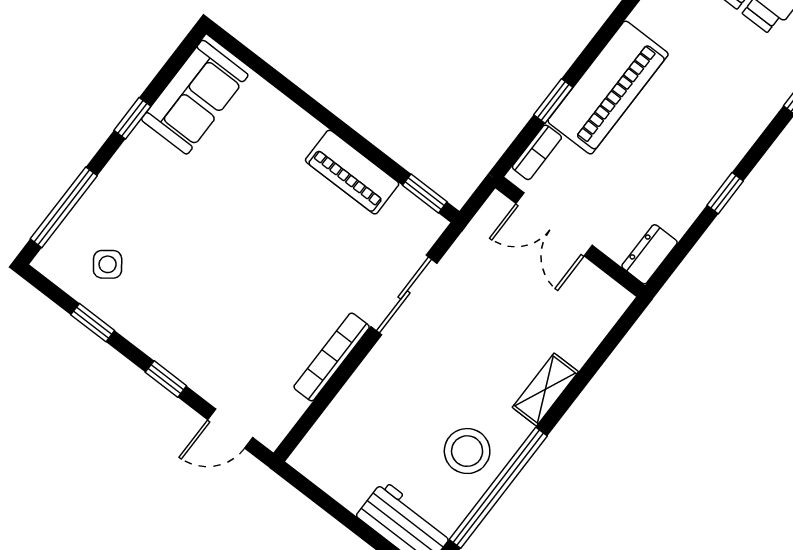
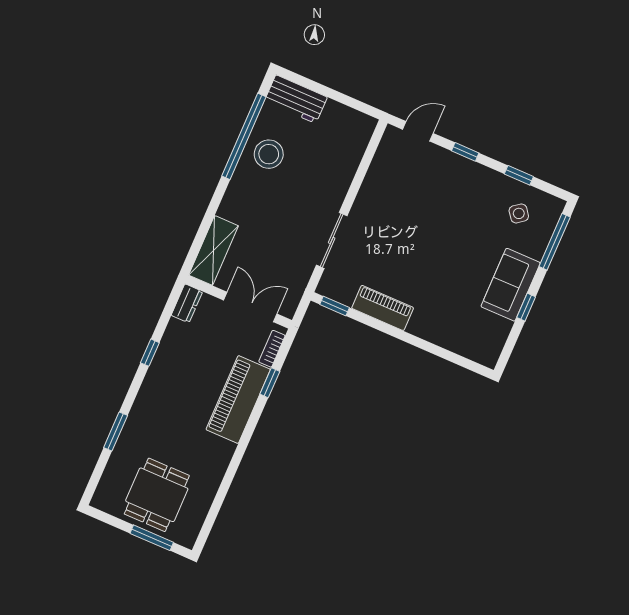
sofa: (195, 97) -> (511, 285), moved
bookcase: (332, 357) -> (367, 191), removed
shelving: (545, 390) -> (214, 250), moved, width x1.50, depth x1.33

